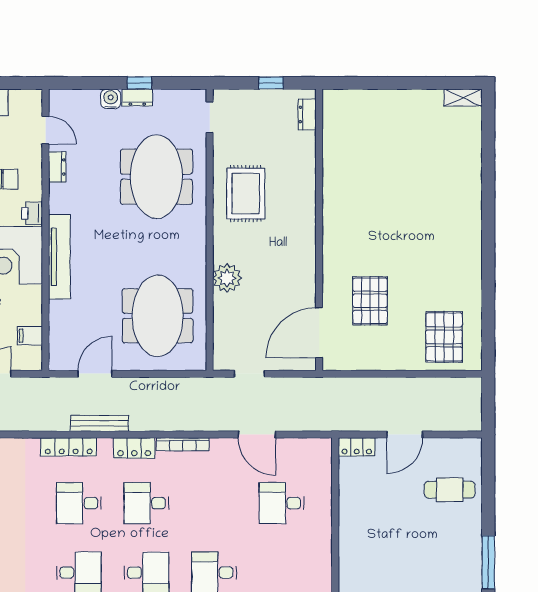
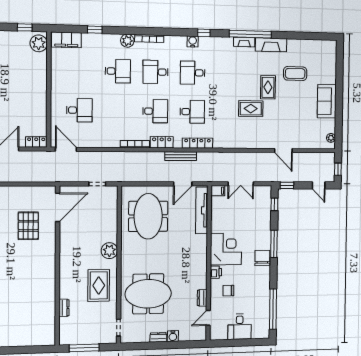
window: (139, 83) -> (157, 345), removed
window: (271, 83) -> (84, 348), width x2.17
dresser: (307, 114) -> (64, 308), moved
door: (45, 130) -> (208, 318), hinge flipped
meeting table: (156, 177) -> (148, 294), turned 90
tv unit: (59, 257) -> (202, 210), moved
plant: (227, 278) -> (109, 251), moved
filing cabinet: (30, 336) -> (218, 191), moved
door: (257, 435) -> (66, 149), moved

